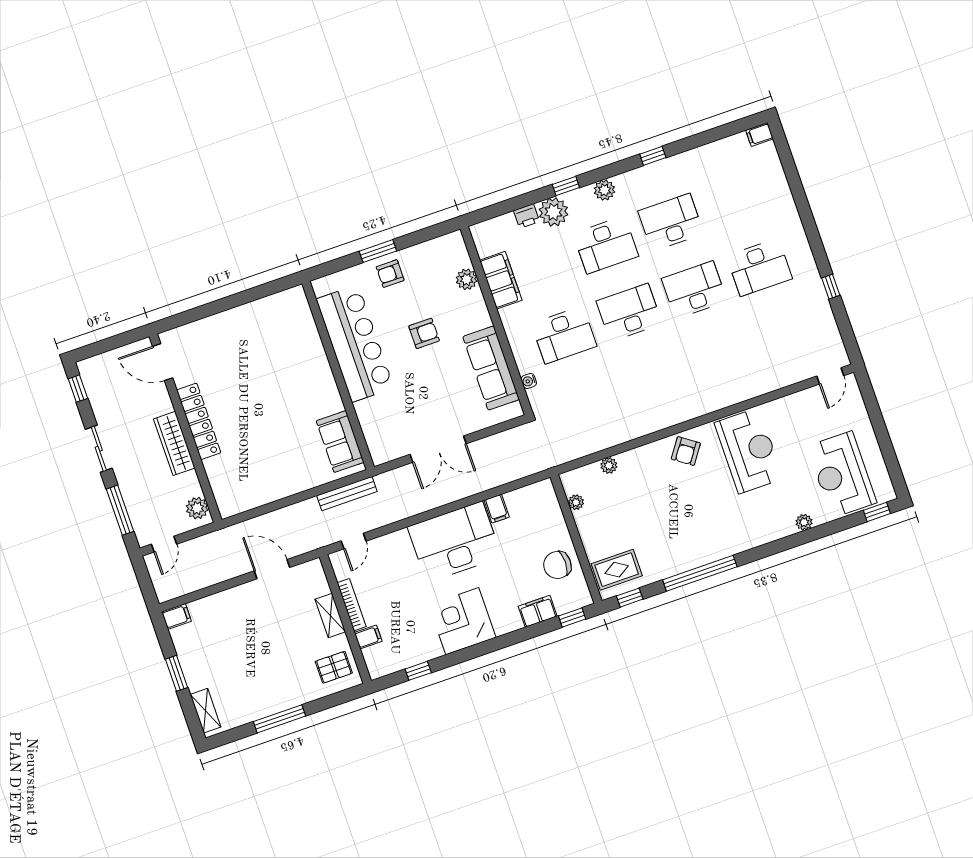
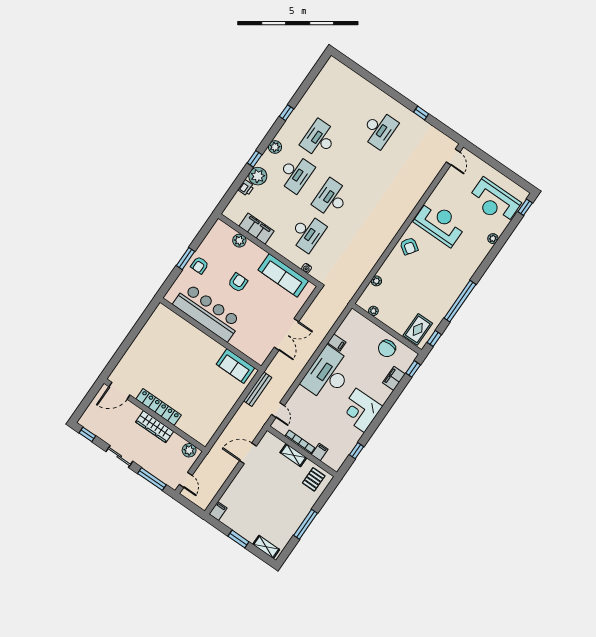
filing cabinet: (759, 134) -> (331, 64), removed
desk: (694, 290) -> (355, 164), removed

